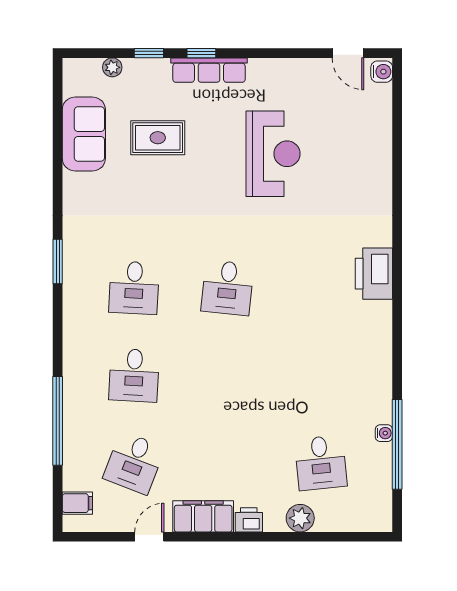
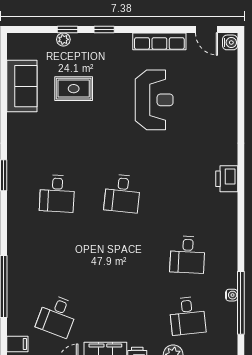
plant: (112, 67) -> (63, 39), moved
row of seats: (209, 70) -> (159, 41), moved
printer: (374, 274) -> (227, 179), width x0.73, depth x0.84
desk: (134, 375) -> (188, 255), moved

